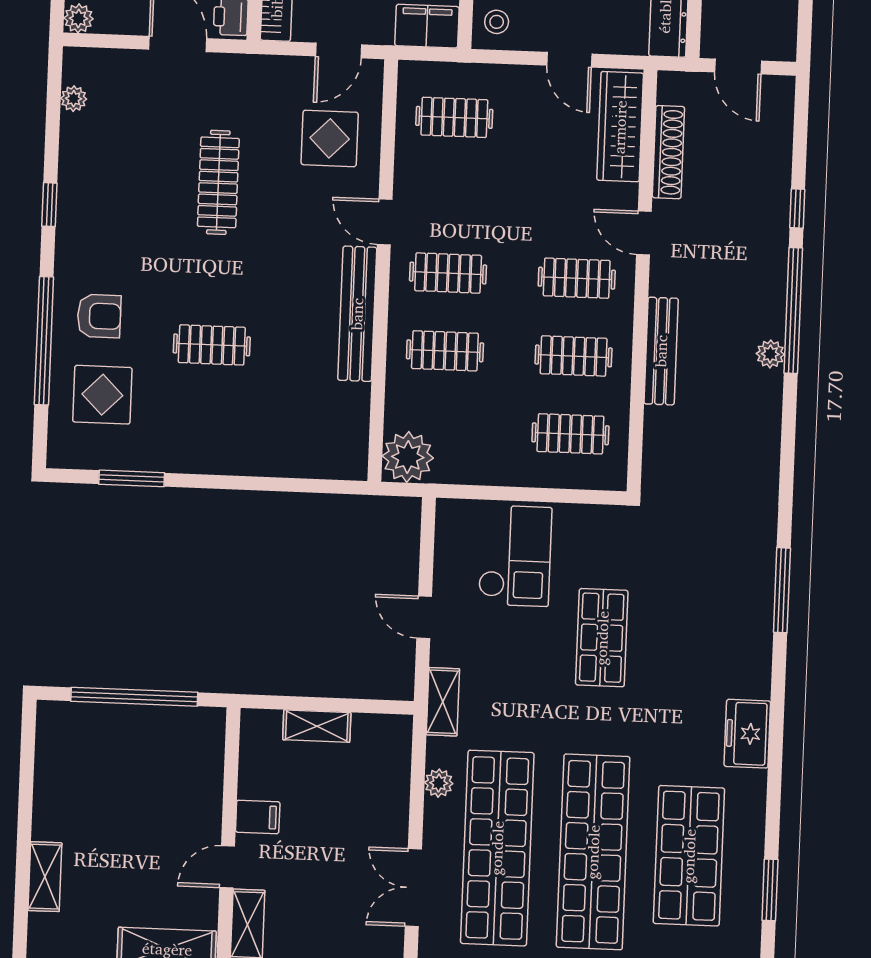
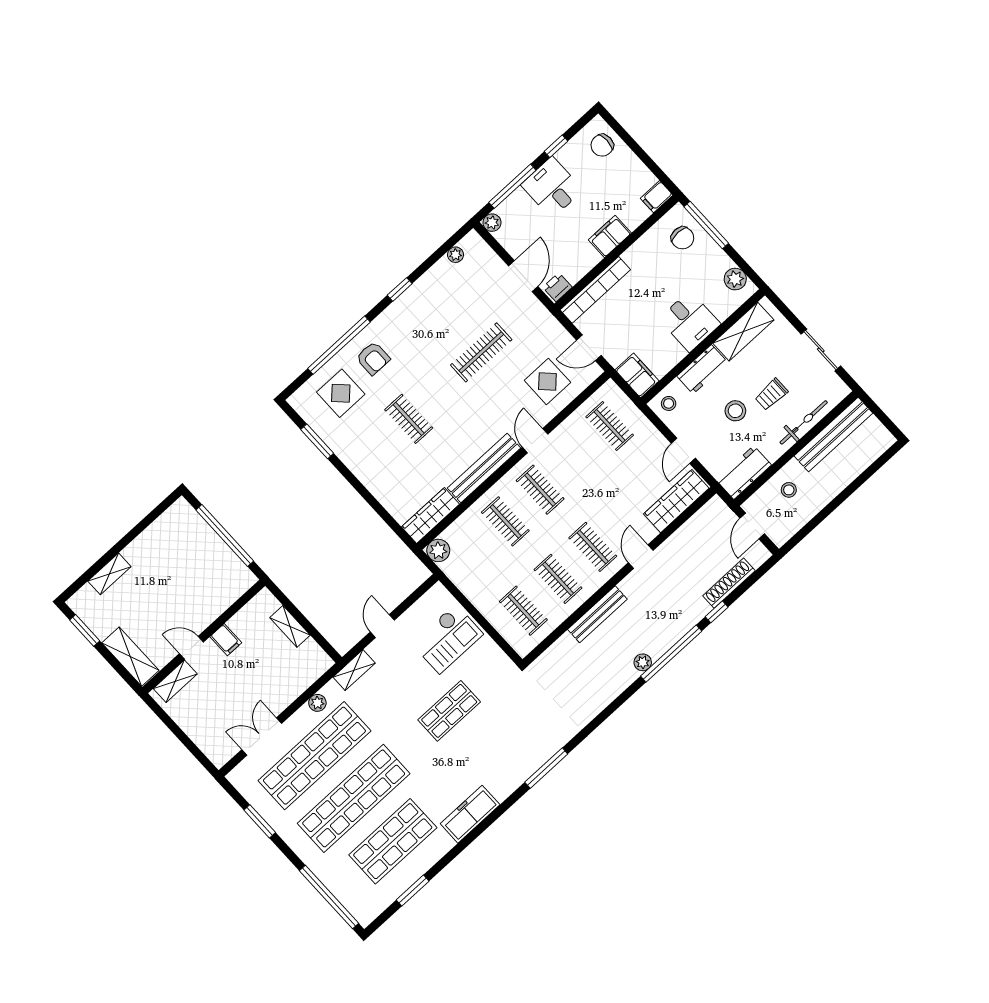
shoe rack: (668, 152) -> (729, 583), moved, turned 180
wardrobe: (351, 432) -> (430, 516), added
plant: (408, 457) -> (438, 550), width x0.73, depth x0.73
freezer: (747, 734) -> (470, 814), width x1.40

